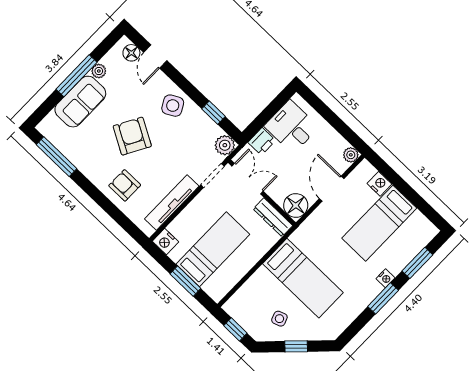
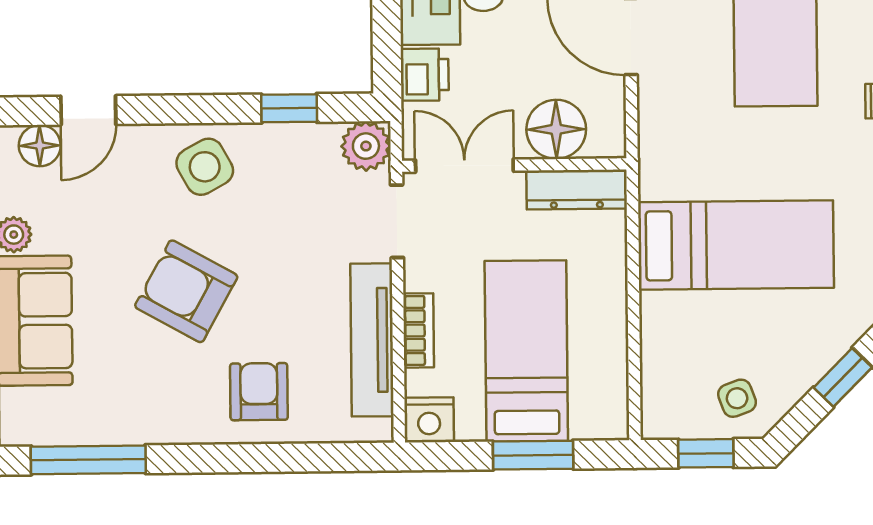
door: (155, 56) -> (88, 110), hinge flipped
armchair: (125, 185) -> (259, 392), turned 90
floor lamp: (296, 205) -> (556, 129), moved
bookcase: (188, 213) -> (419, 330), added
side table: (279, 319) -> (737, 398), moved

